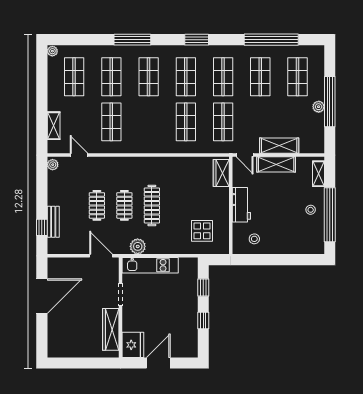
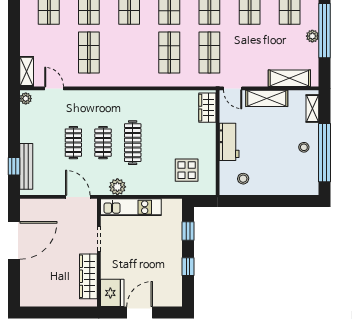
shelving: (54, 126) -> (27, 71), moved
shelving: (279, 146) -> (289, 78), moved
bench: (53, 222) -> (26, 166), width x1.36

